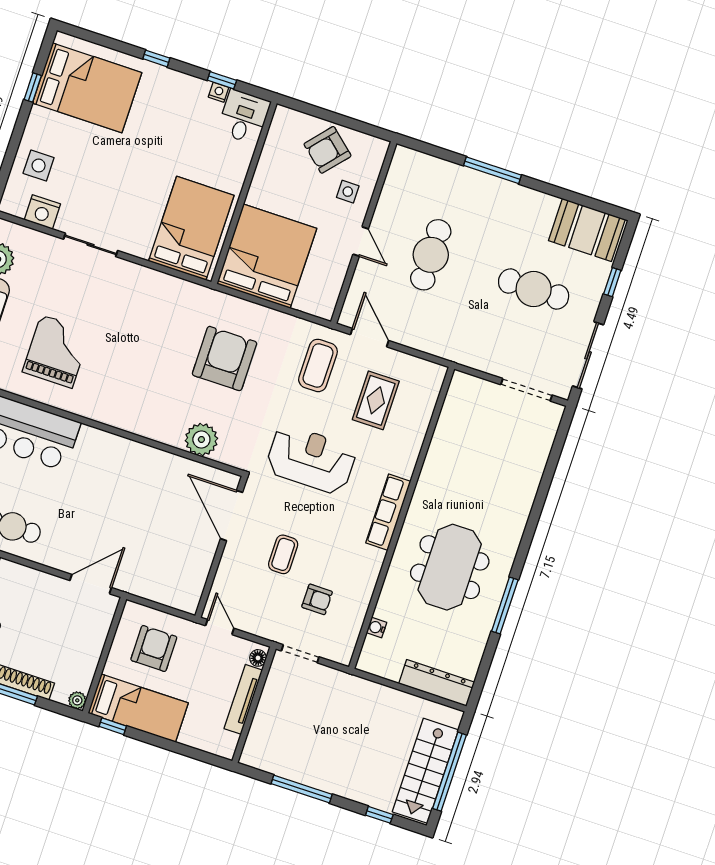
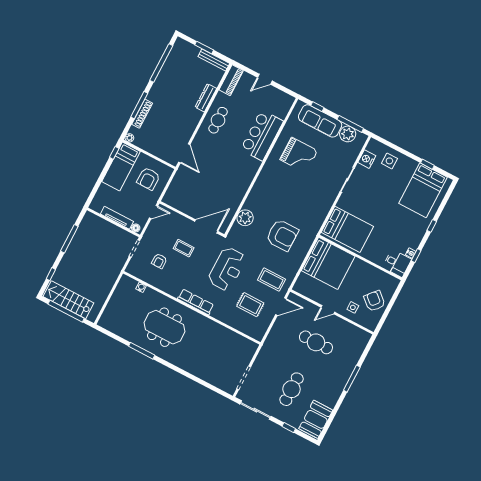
armchair: (154, 648) -> (148, 179), turned 90
dresser: (437, 683) -> (110, 312), removed

